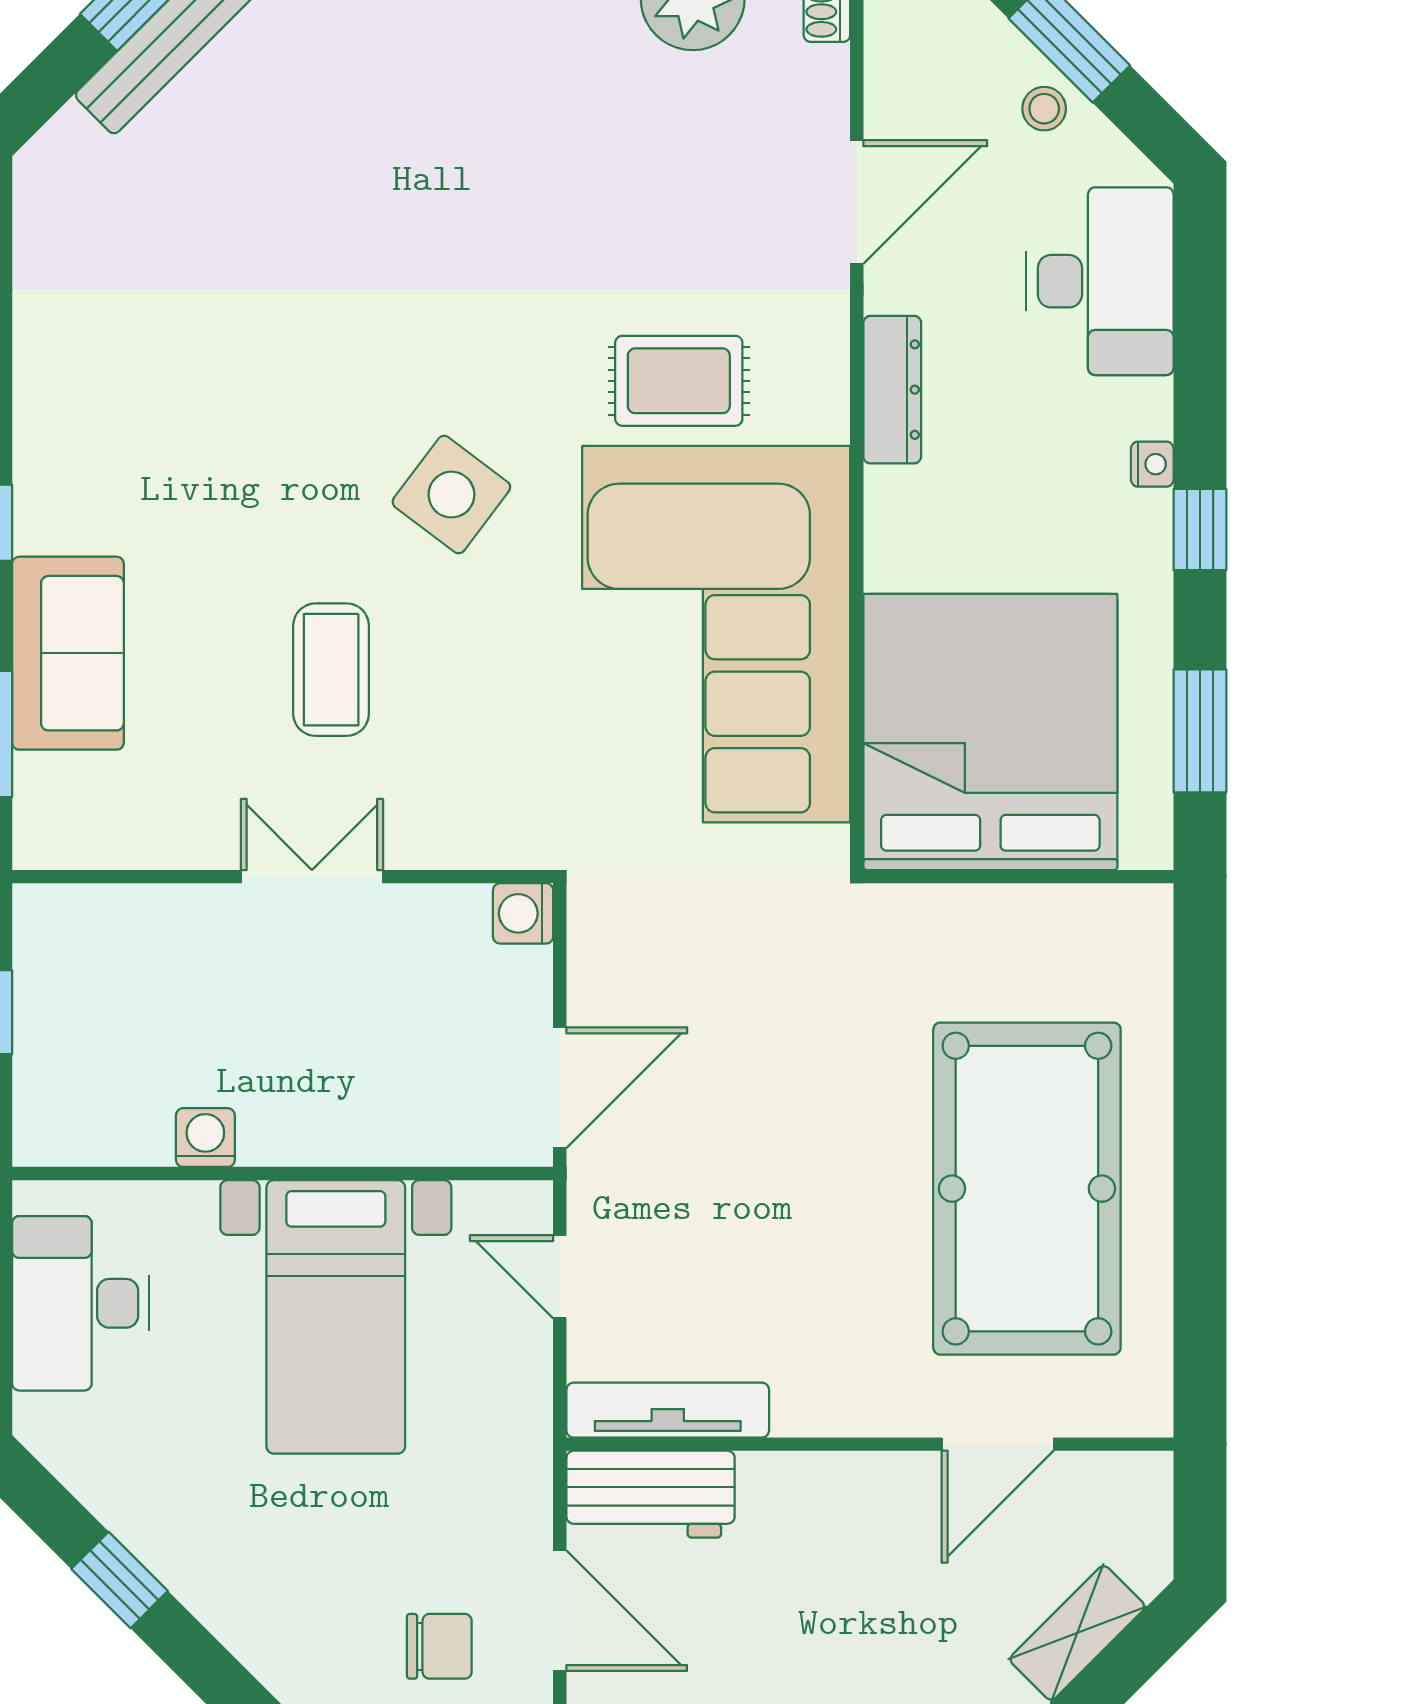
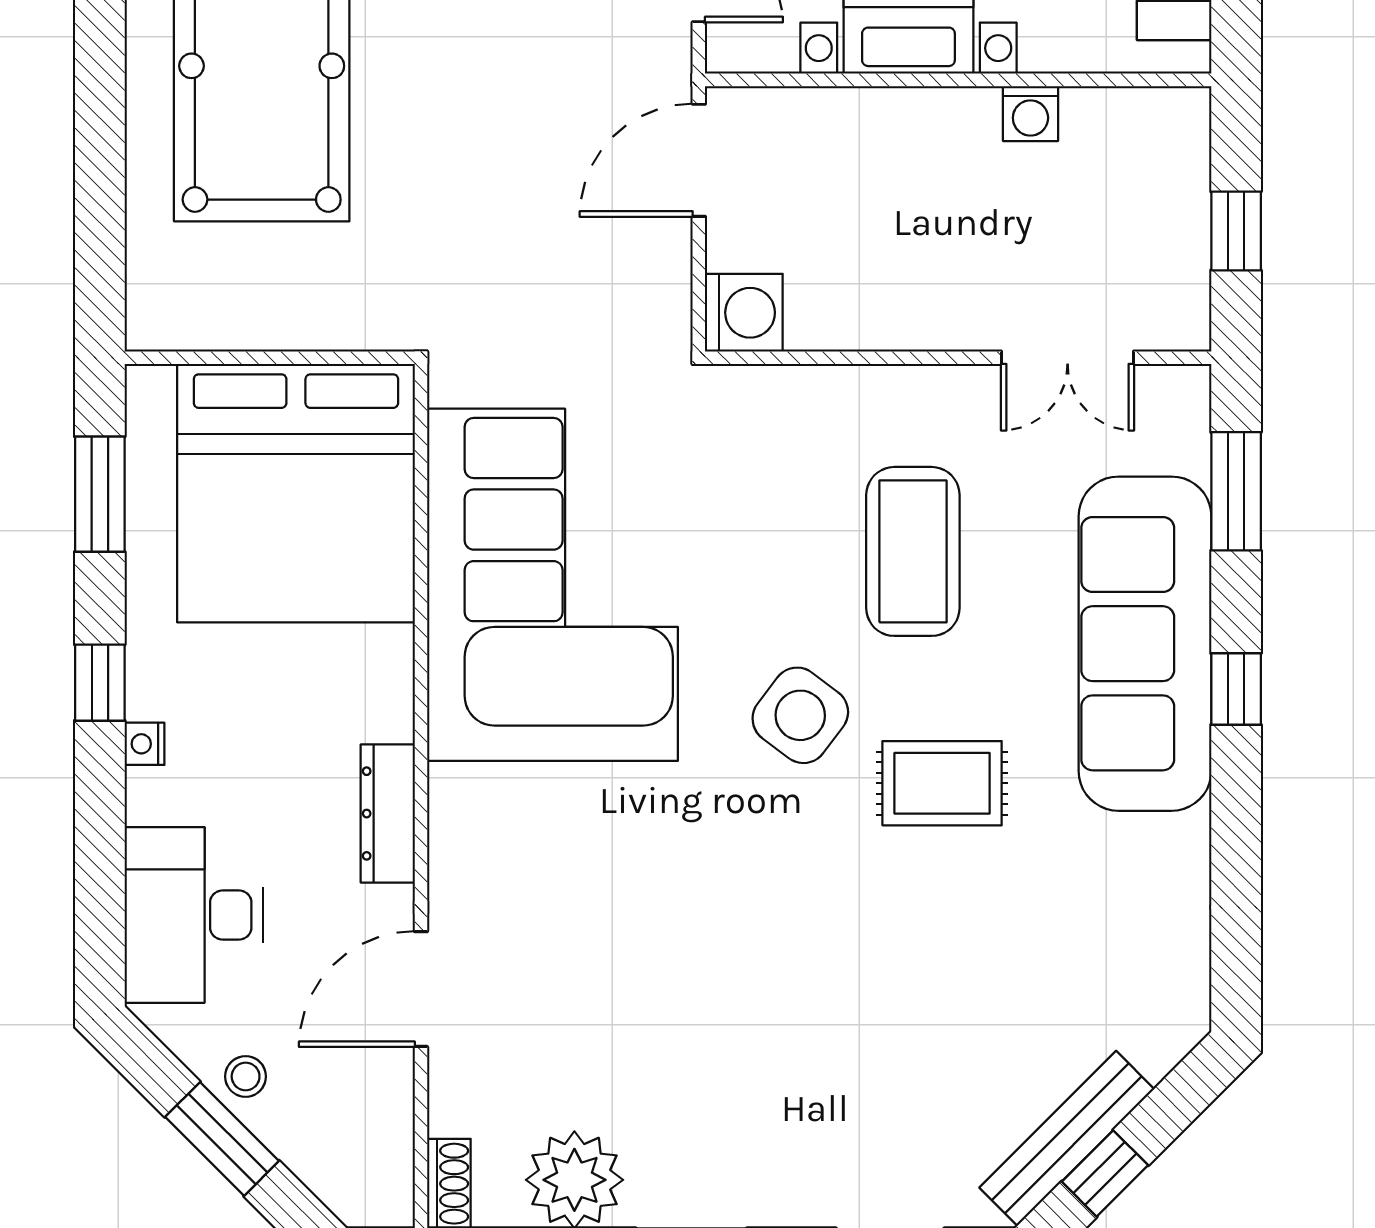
rug: (679, 381) -> (942, 783), moved
sofa: (68, 653) -> (1145, 644), width x1.85, depth x1.27
coffee table: (331, 670) -> (913, 551), width x1.36, depth x1.32
double door: (312, 877) -> (1068, 358), moved
washing machine: (523, 913) -> (744, 313), width x1.38, depth x1.38

